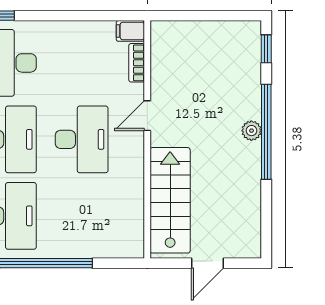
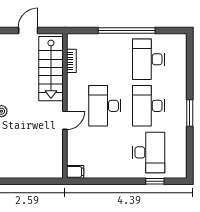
bookcase: (137, 63) -> (71, 61), moved

